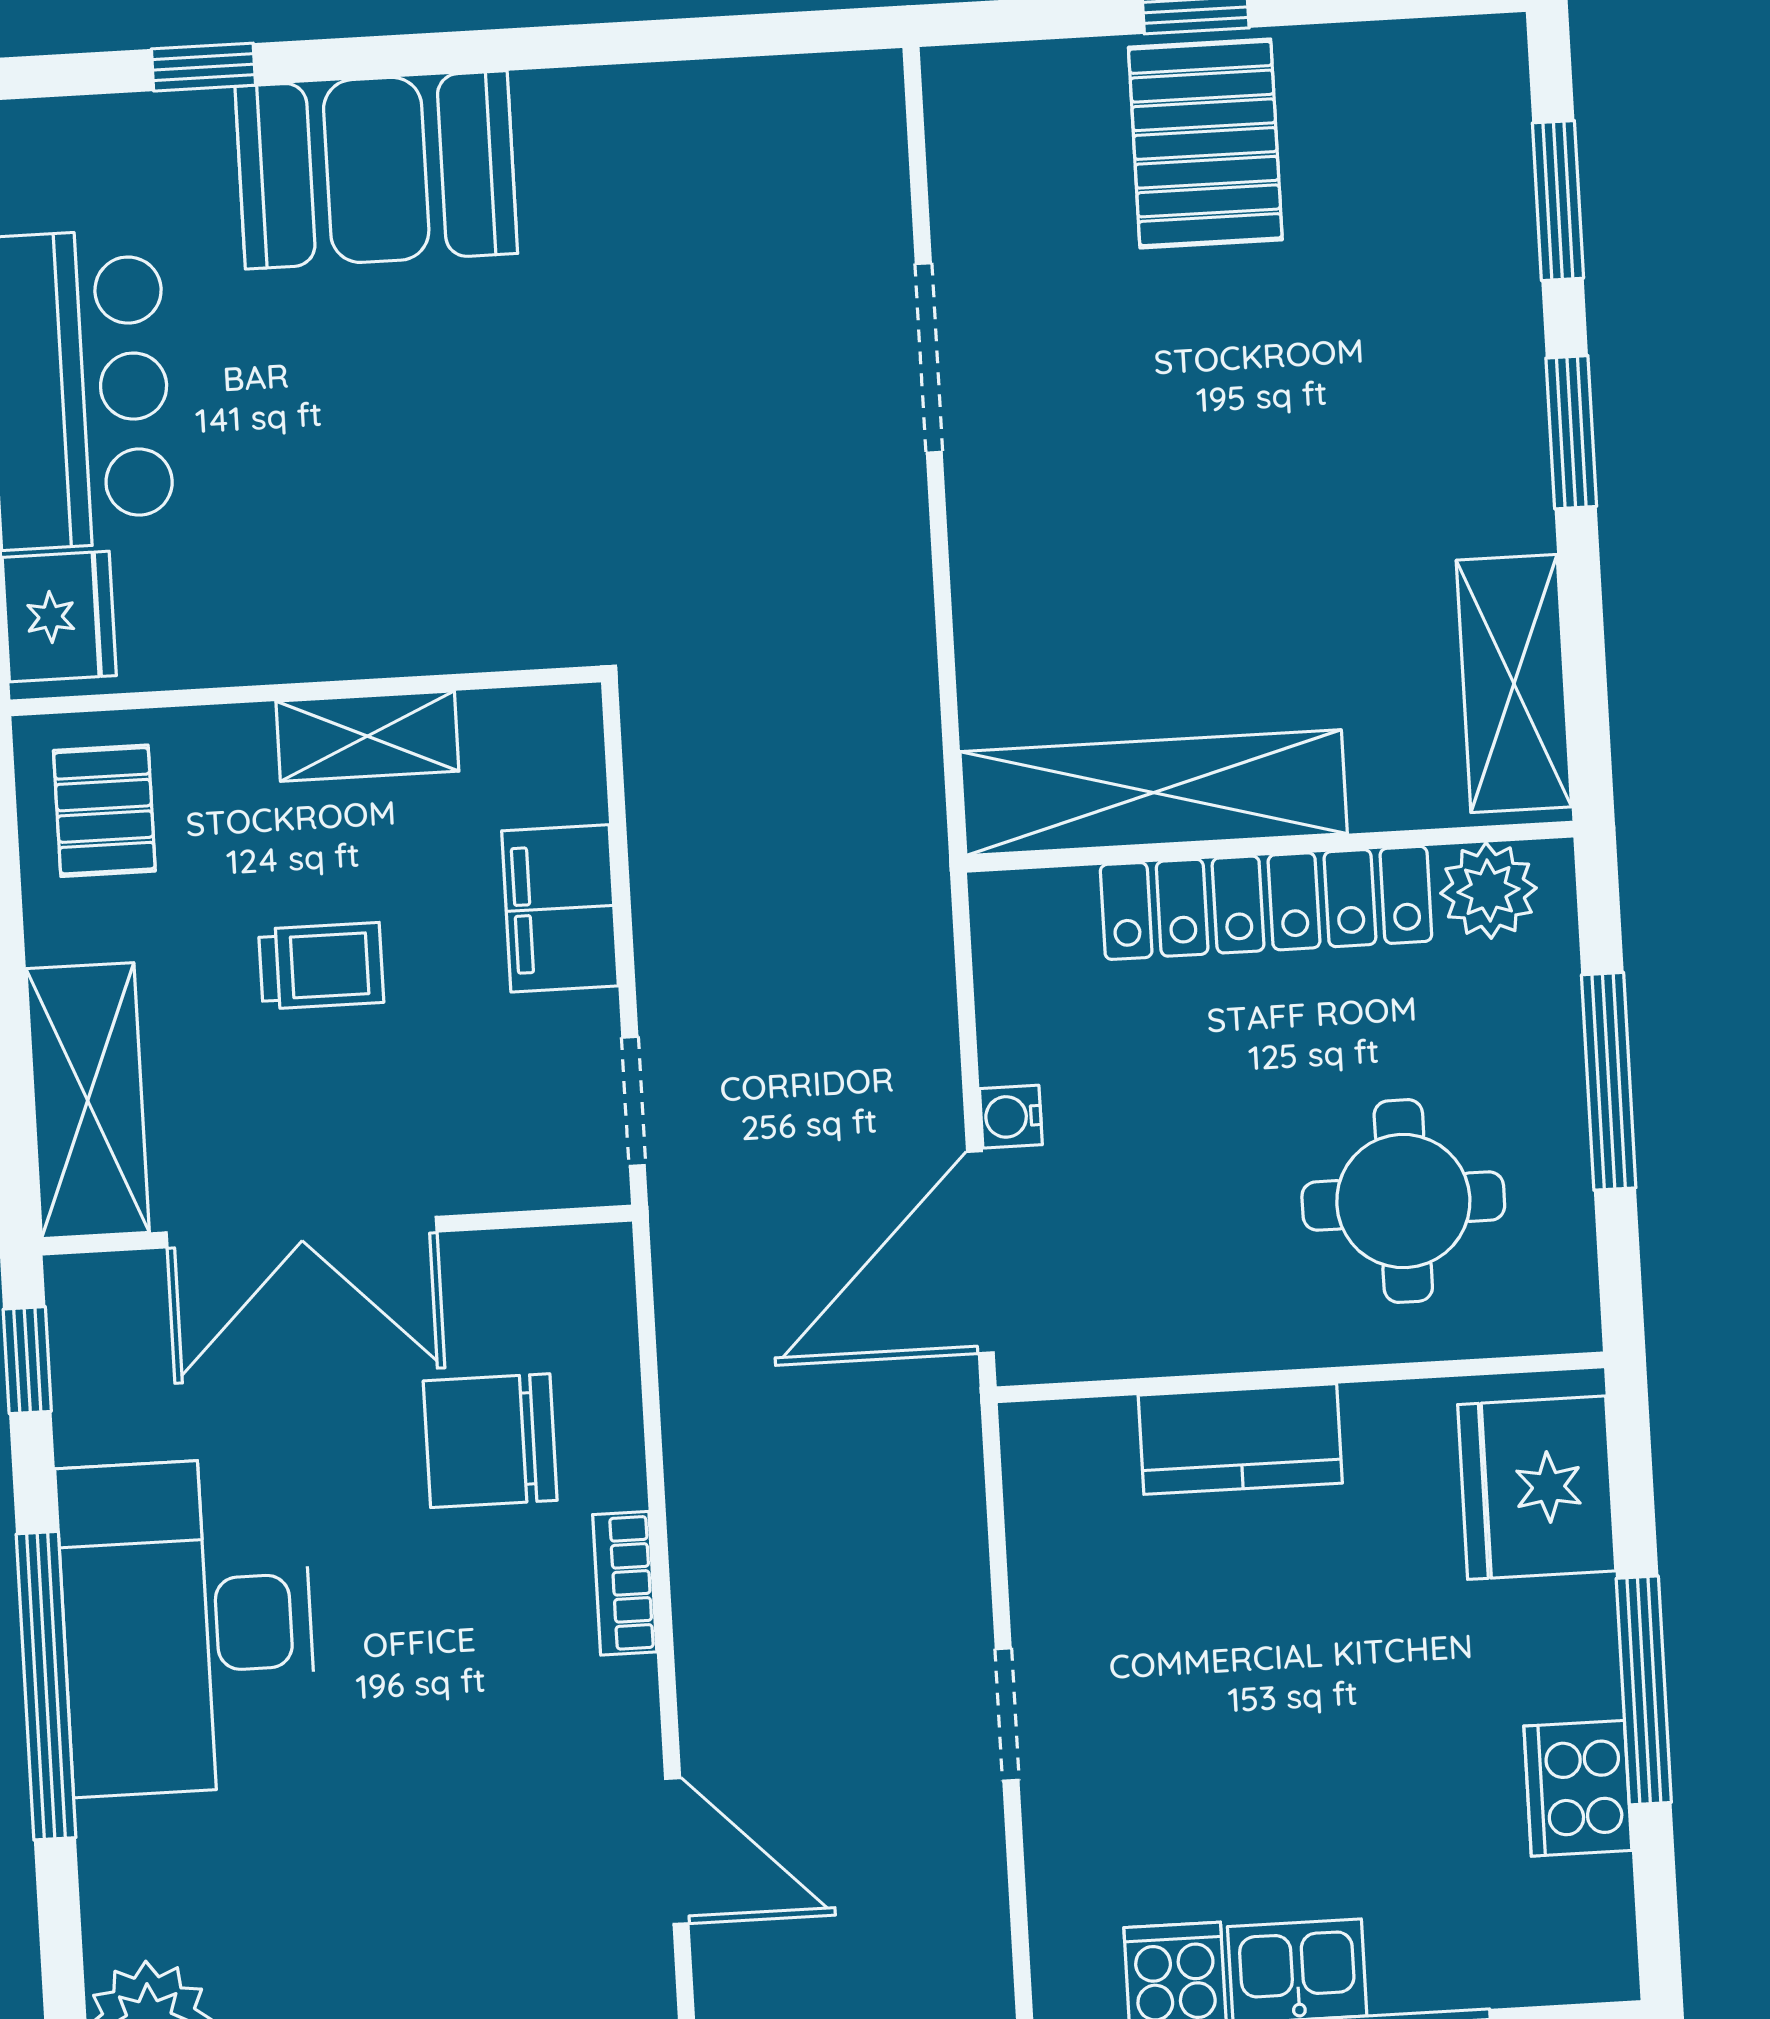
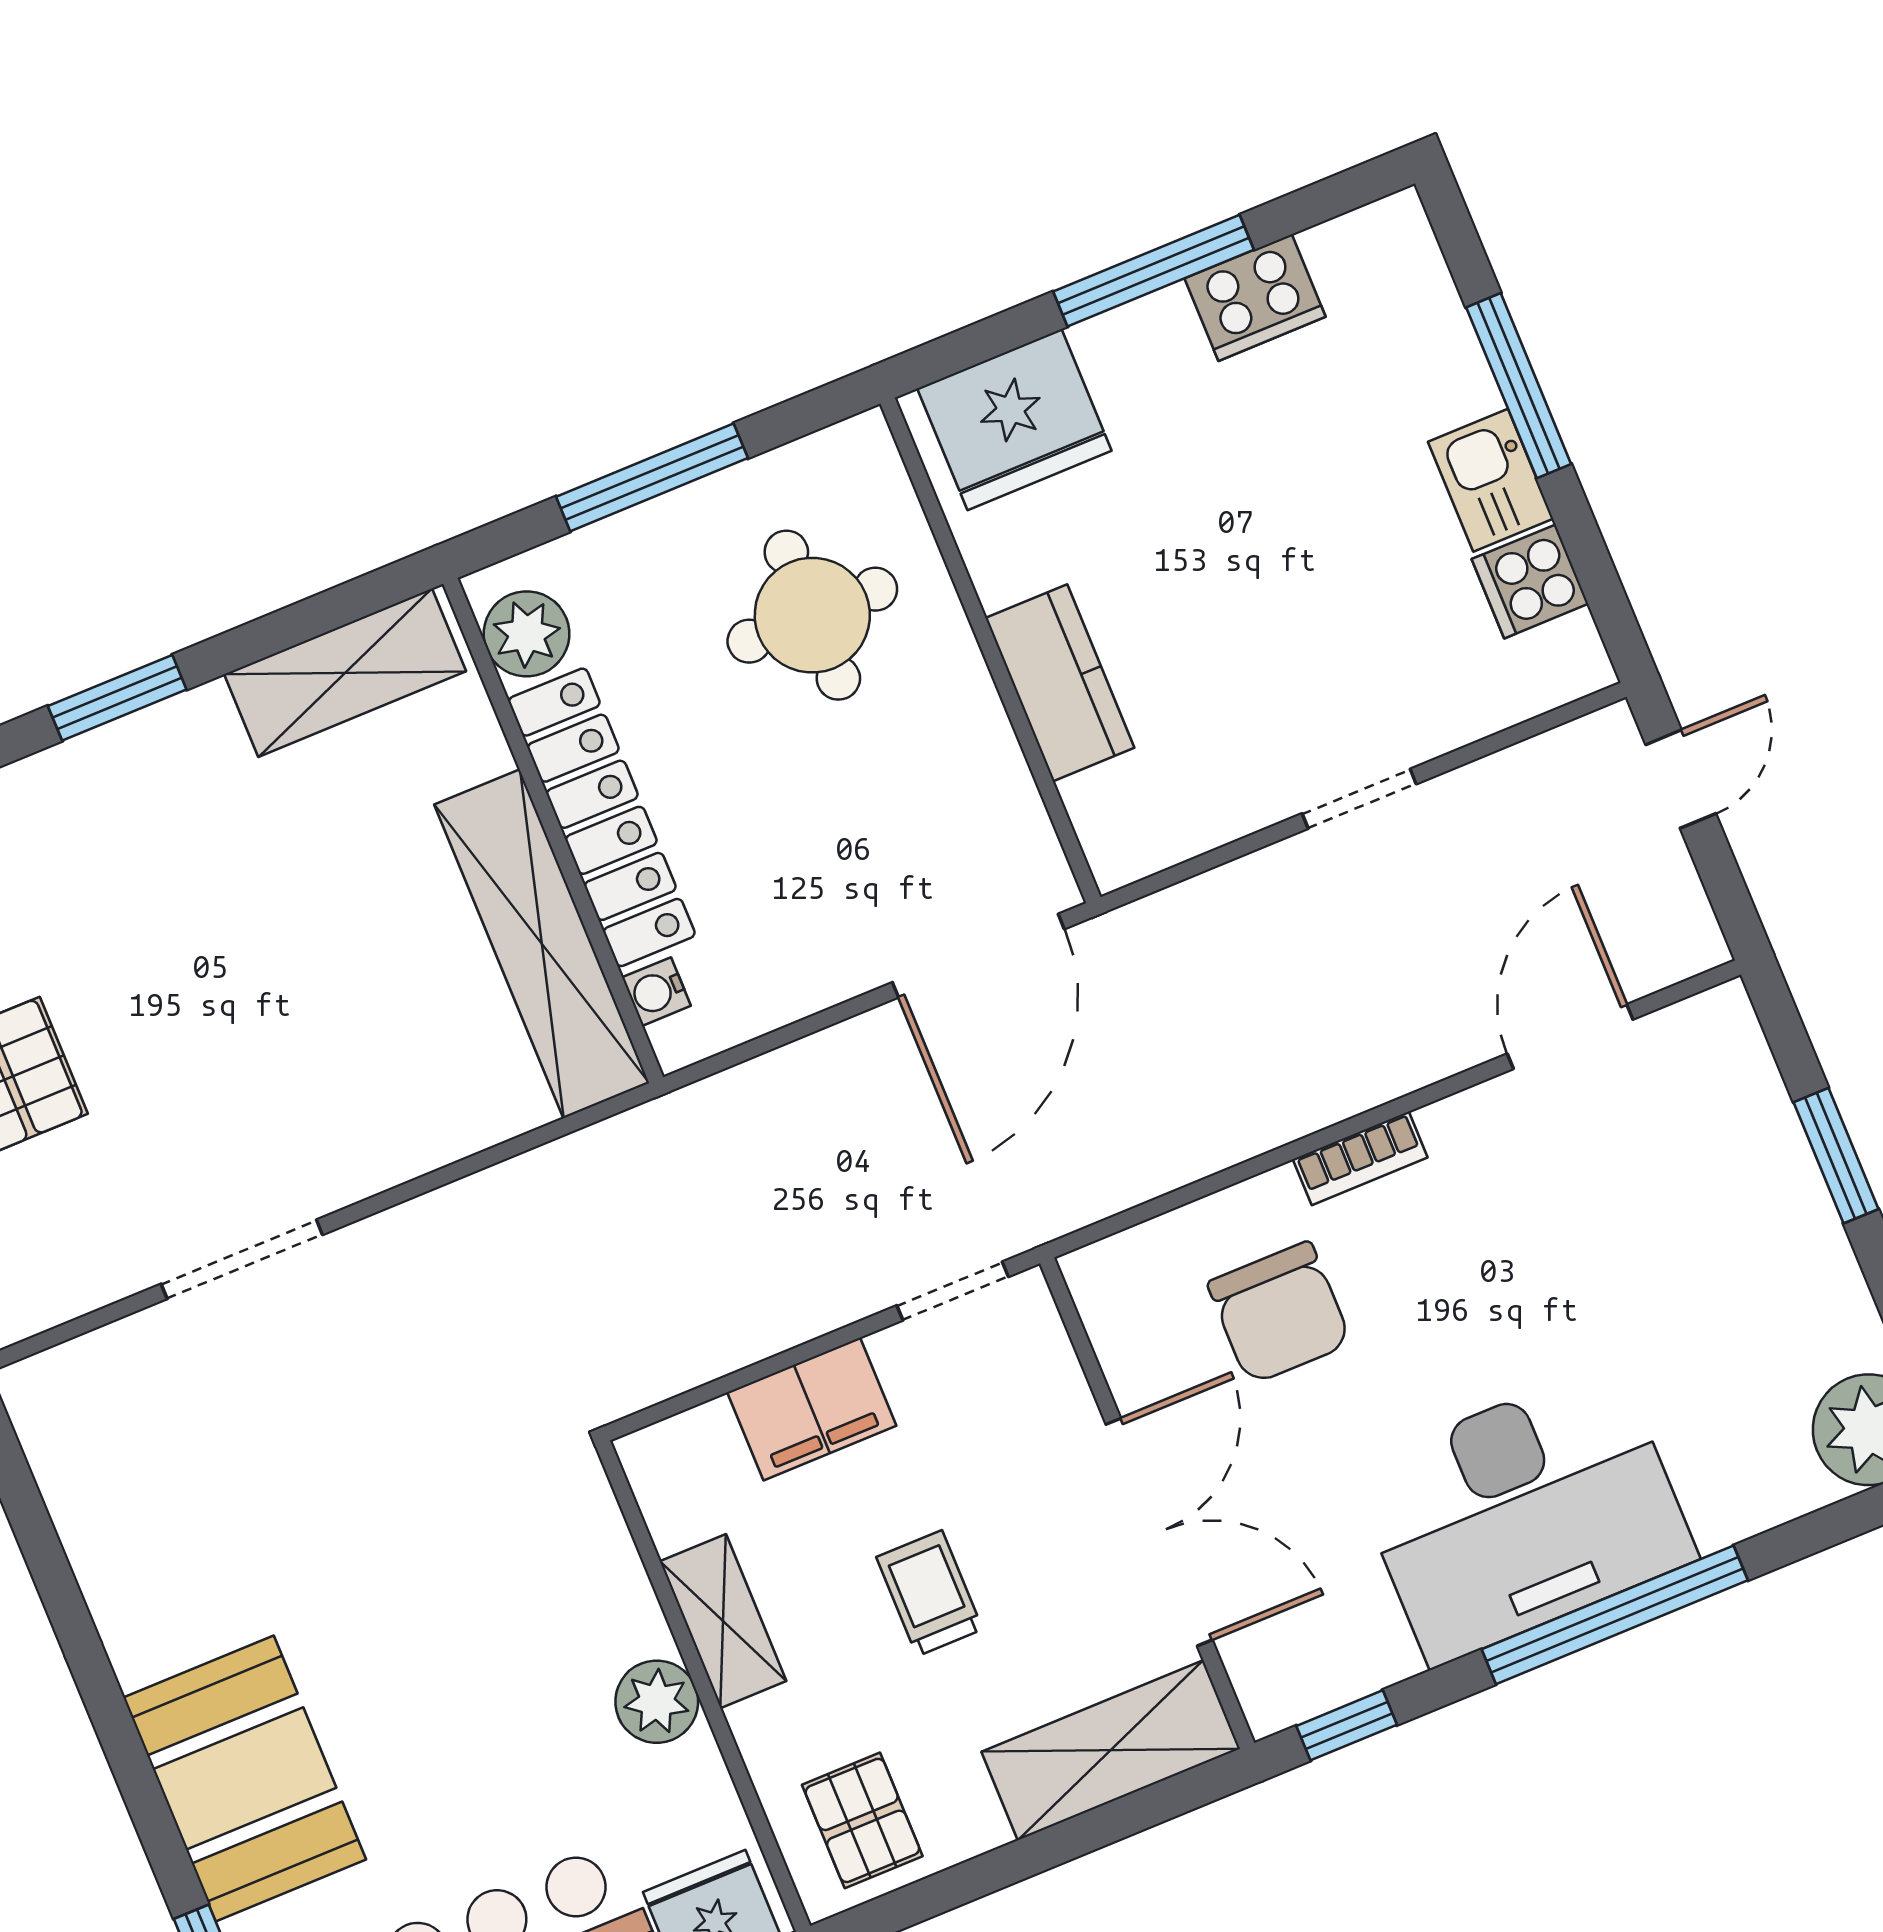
plant: (306, 636) -> (657, 1702), added
pallet: (104, 811) -> (862, 1820), turned 90
water cooler: (1011, 1117) -> (656, 992), moved, turned 90
door: (980, 1252) -> (978, 956), hinge flipped

